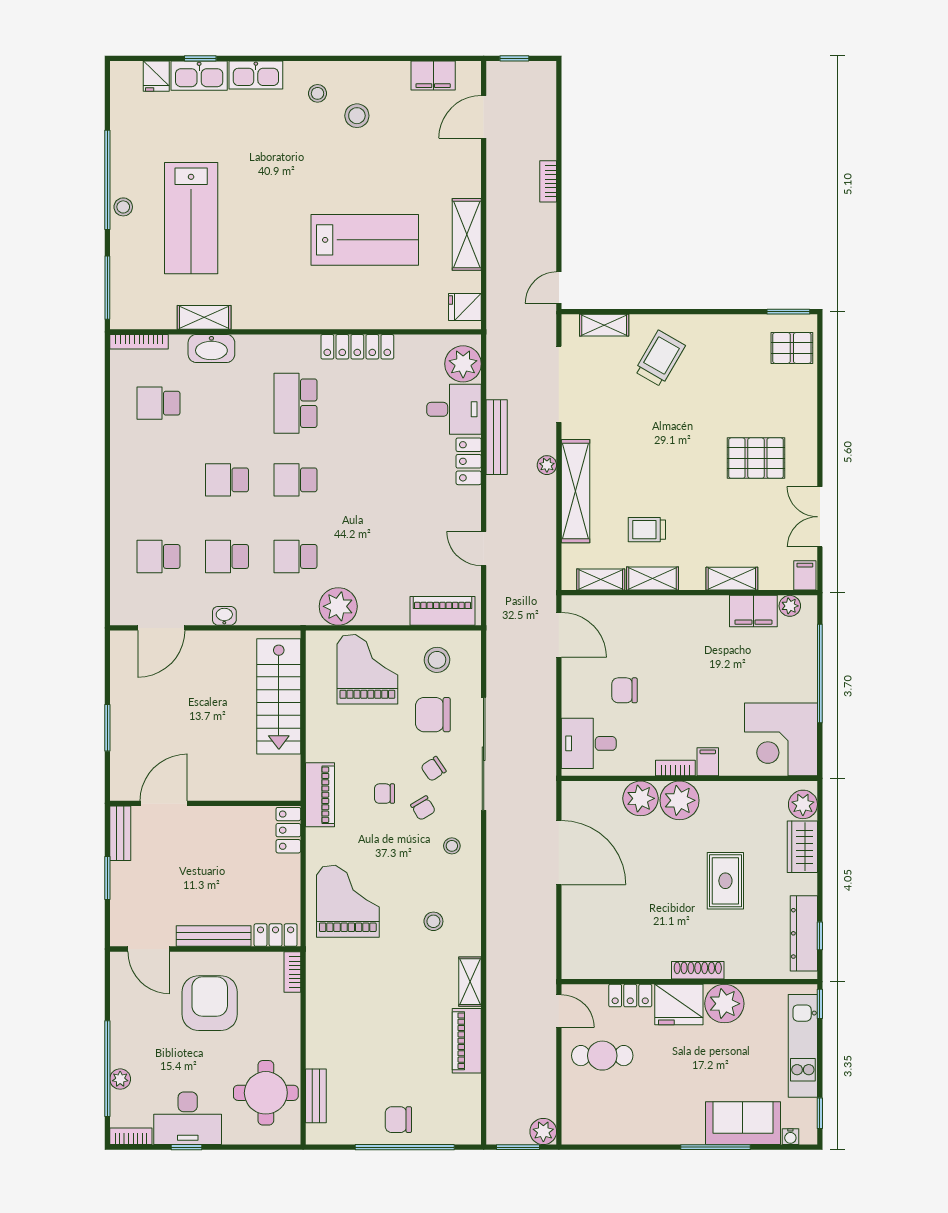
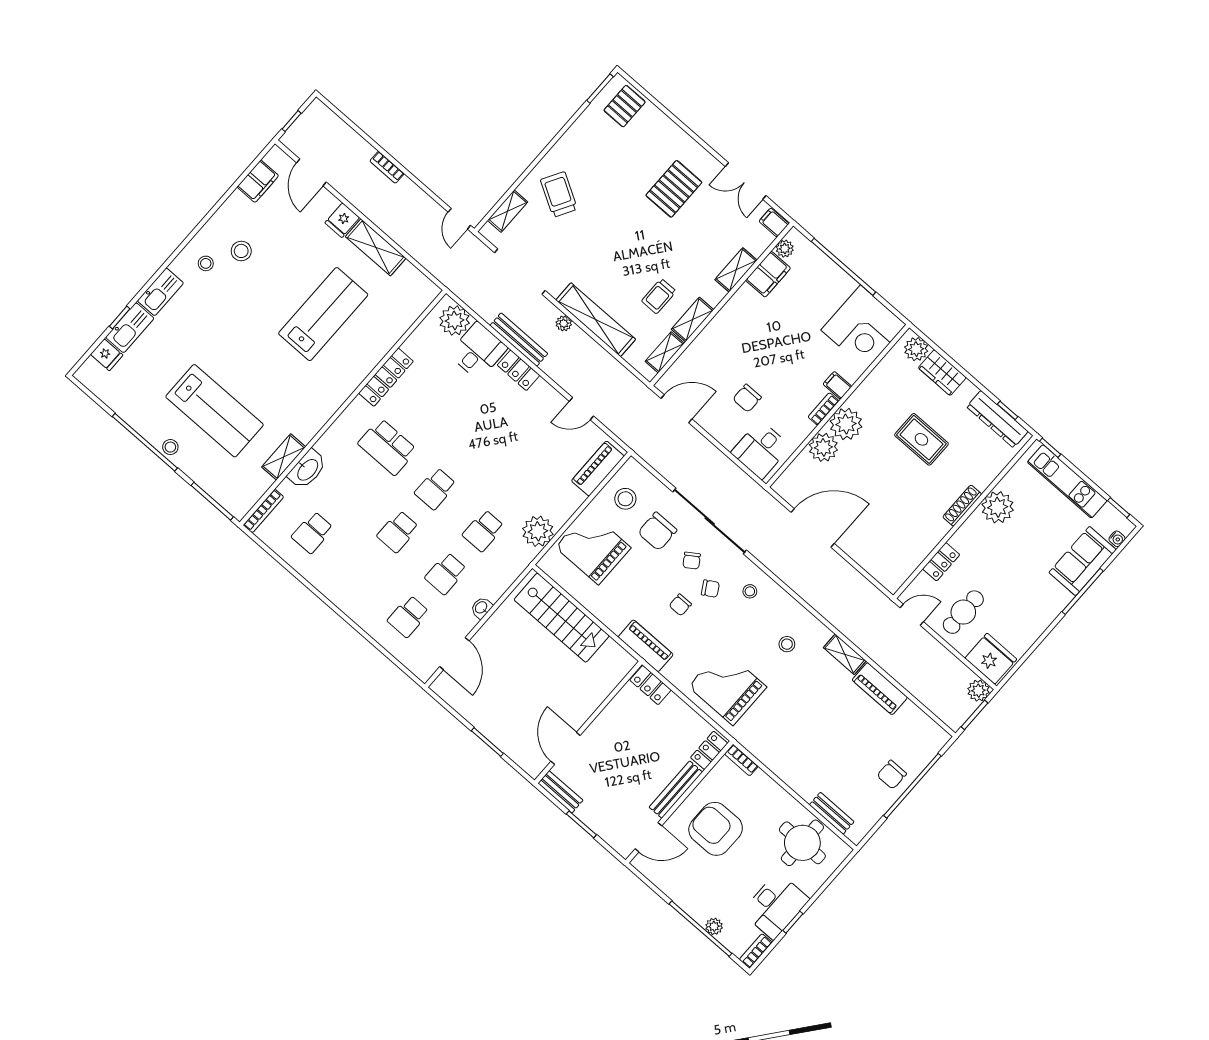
fridge: (465, 307) -> (342, 220), moved
fridge: (679, 1005) -> (991, 659), moved, turned -90

